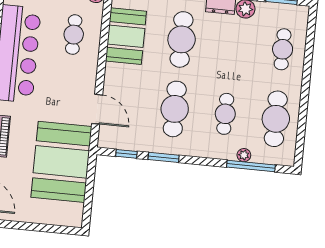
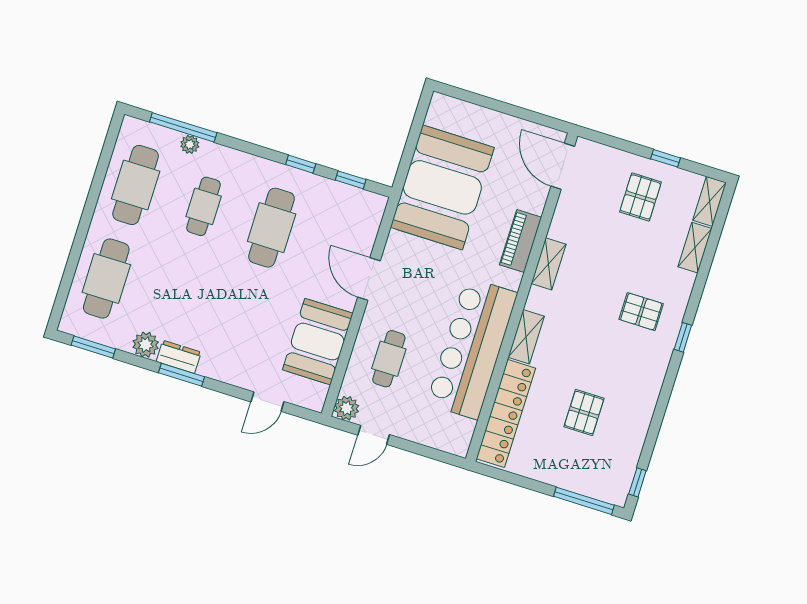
cafe table: (182, 39) -> (242, 321), removed
cafe table: (283, 49) -> (106, 278), width x1.37, depth x1.35
door: (97, 109) -> (369, 279), moved
window: (164, 157) -> (301, 164), width x0.67

